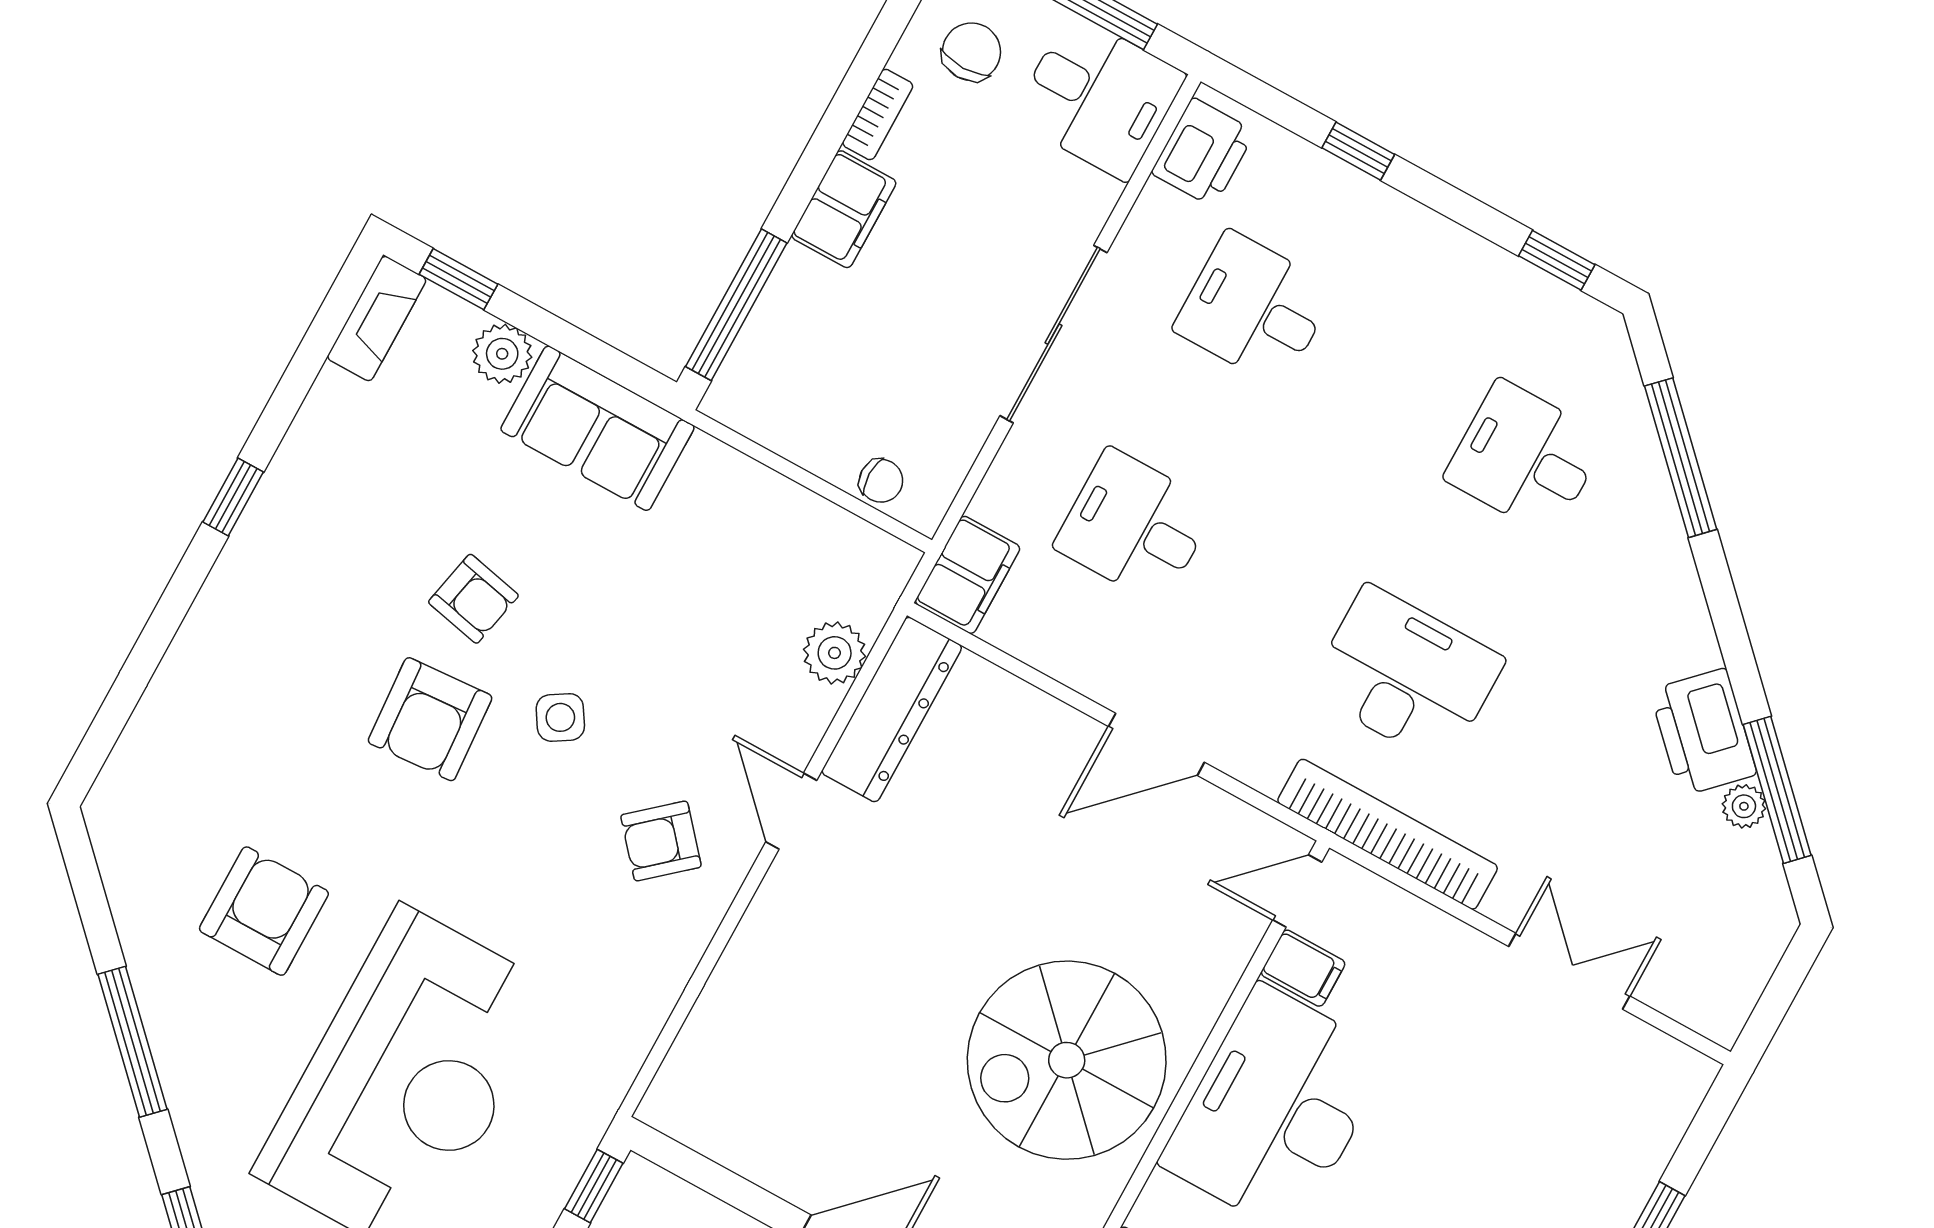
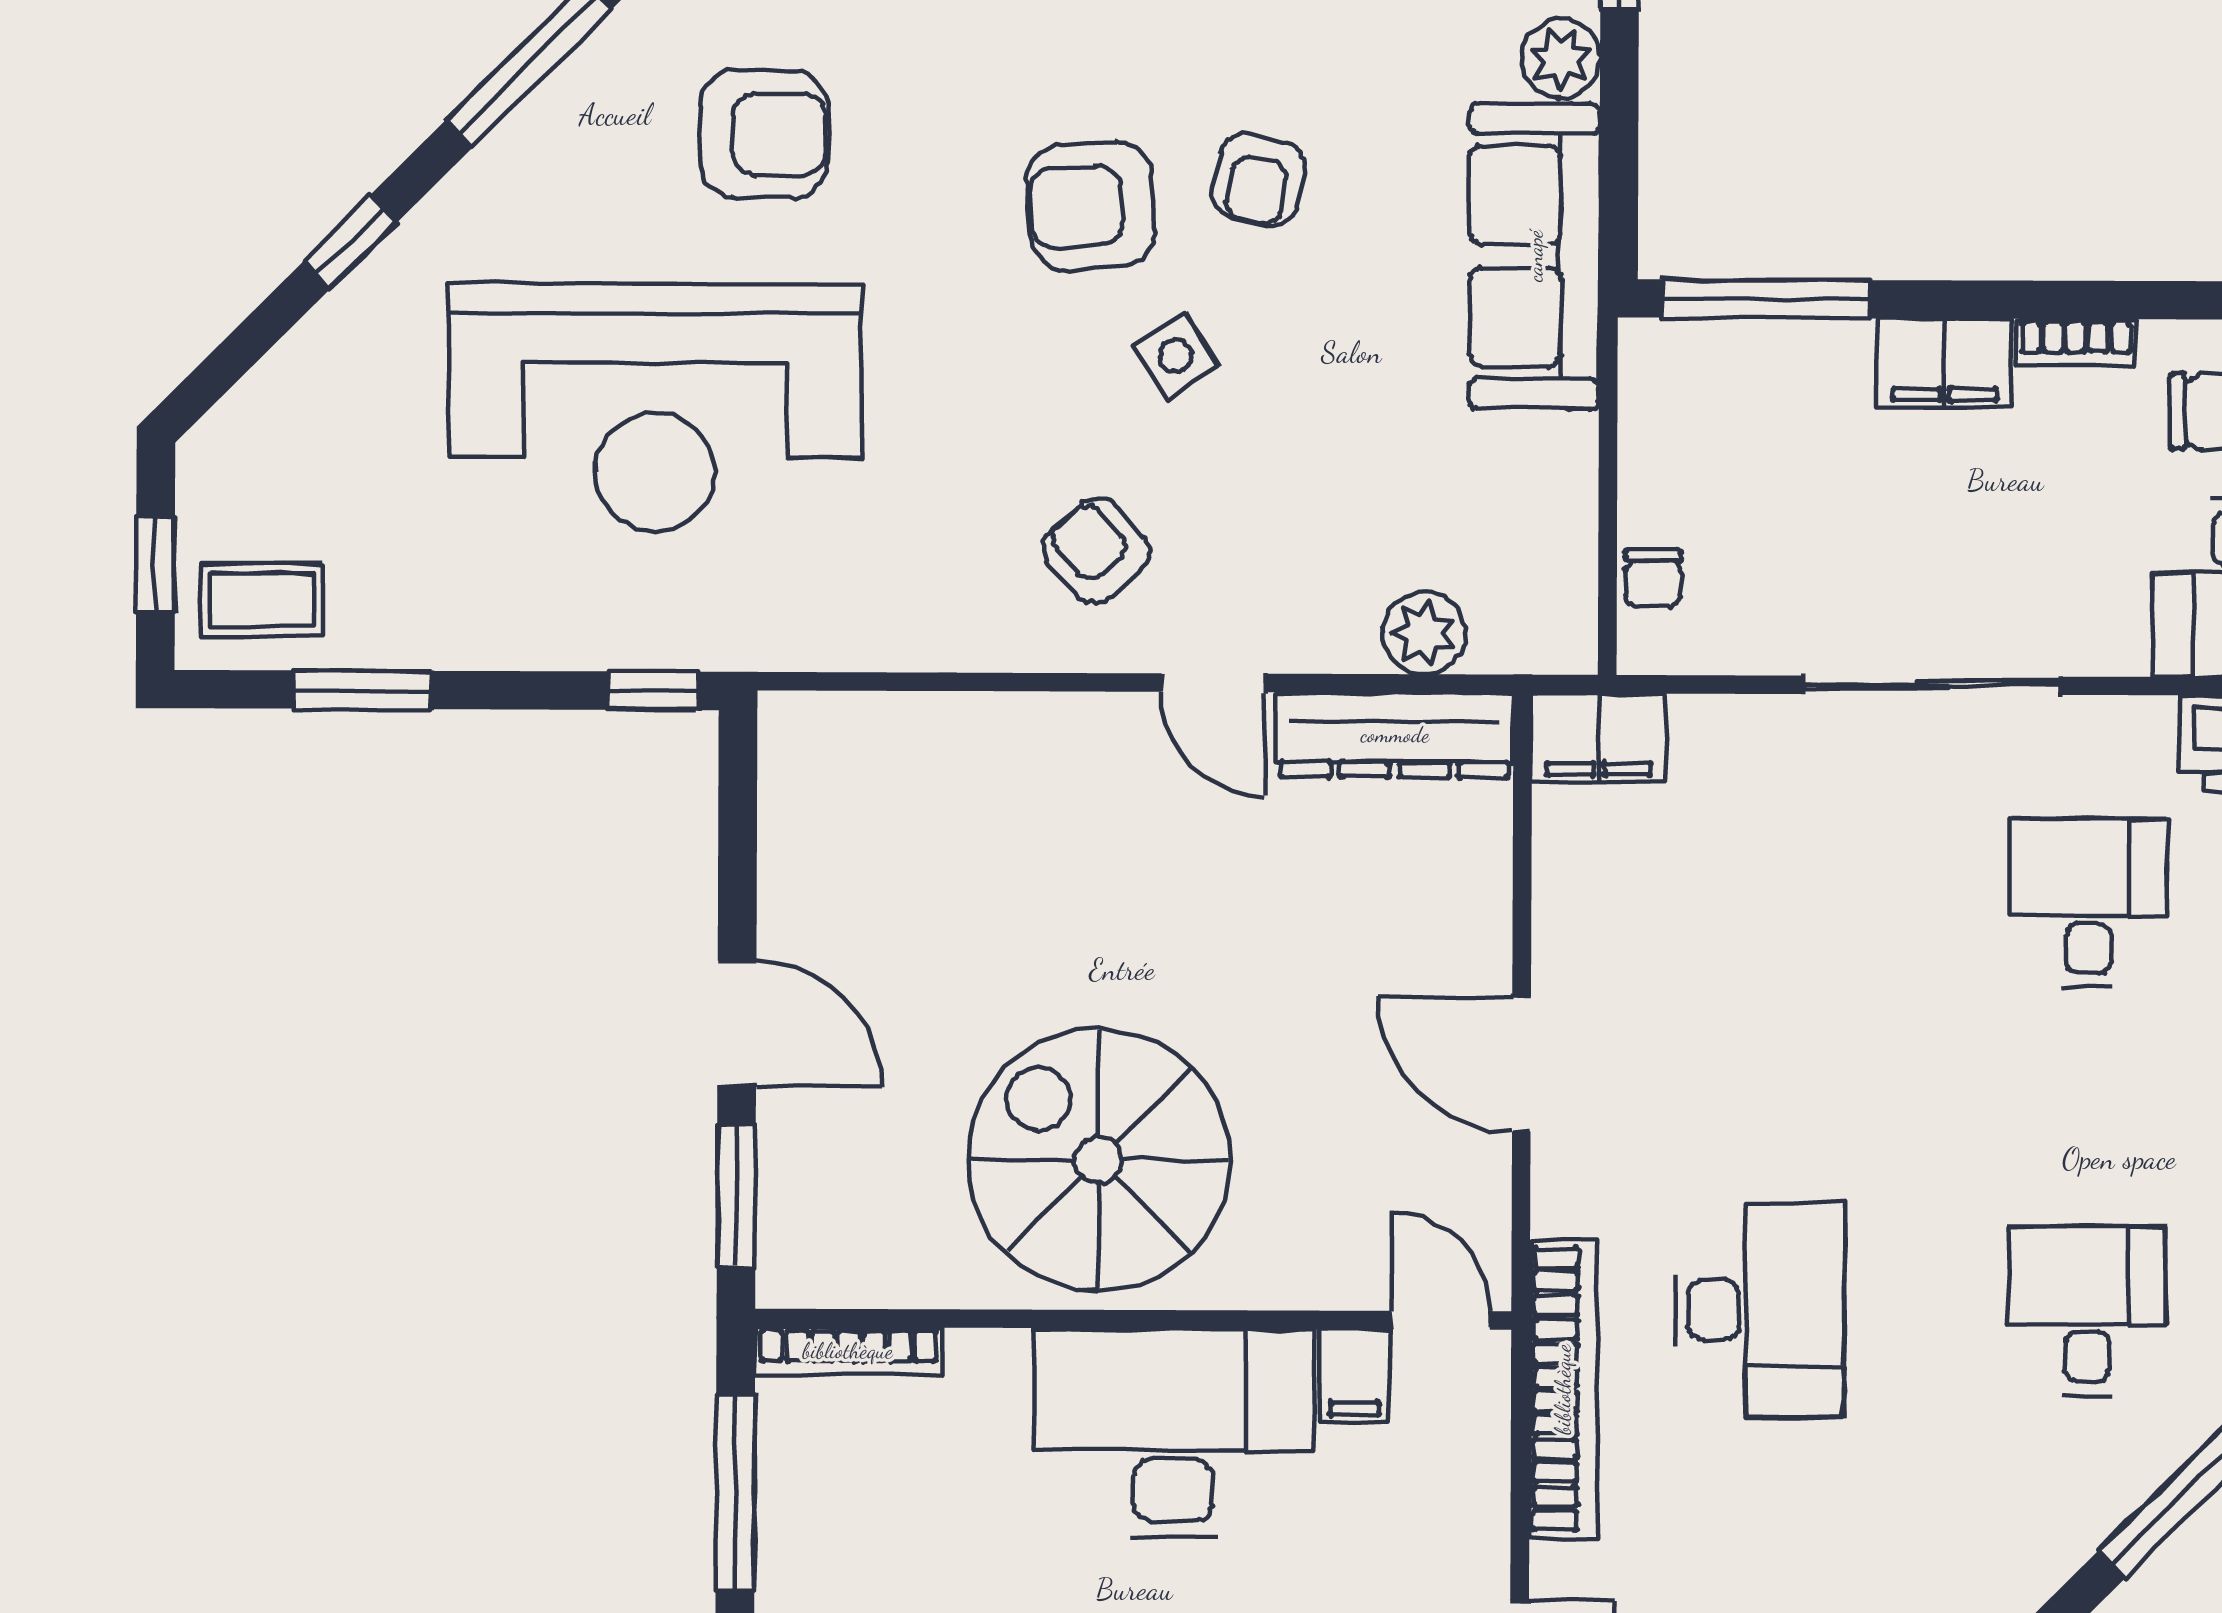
sofa: (597, 428) -> (1535, 256), width x1.36
desk: (1135, 526) -> (1761, 901), removed
door: (791, 811) -> (1213, 683), swing flipped

